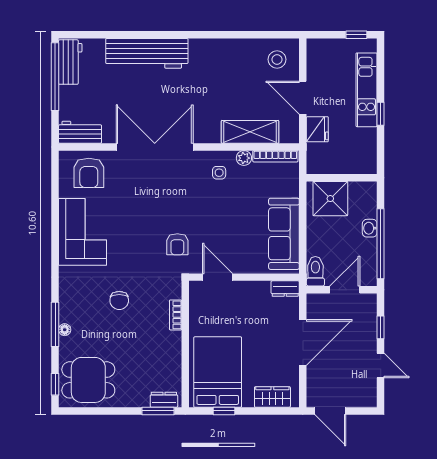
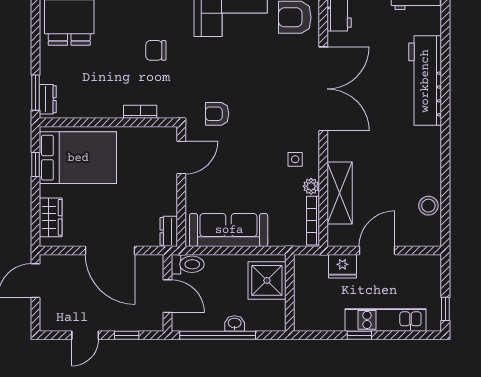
stool: (277, 59) -> (428, 206), moved

